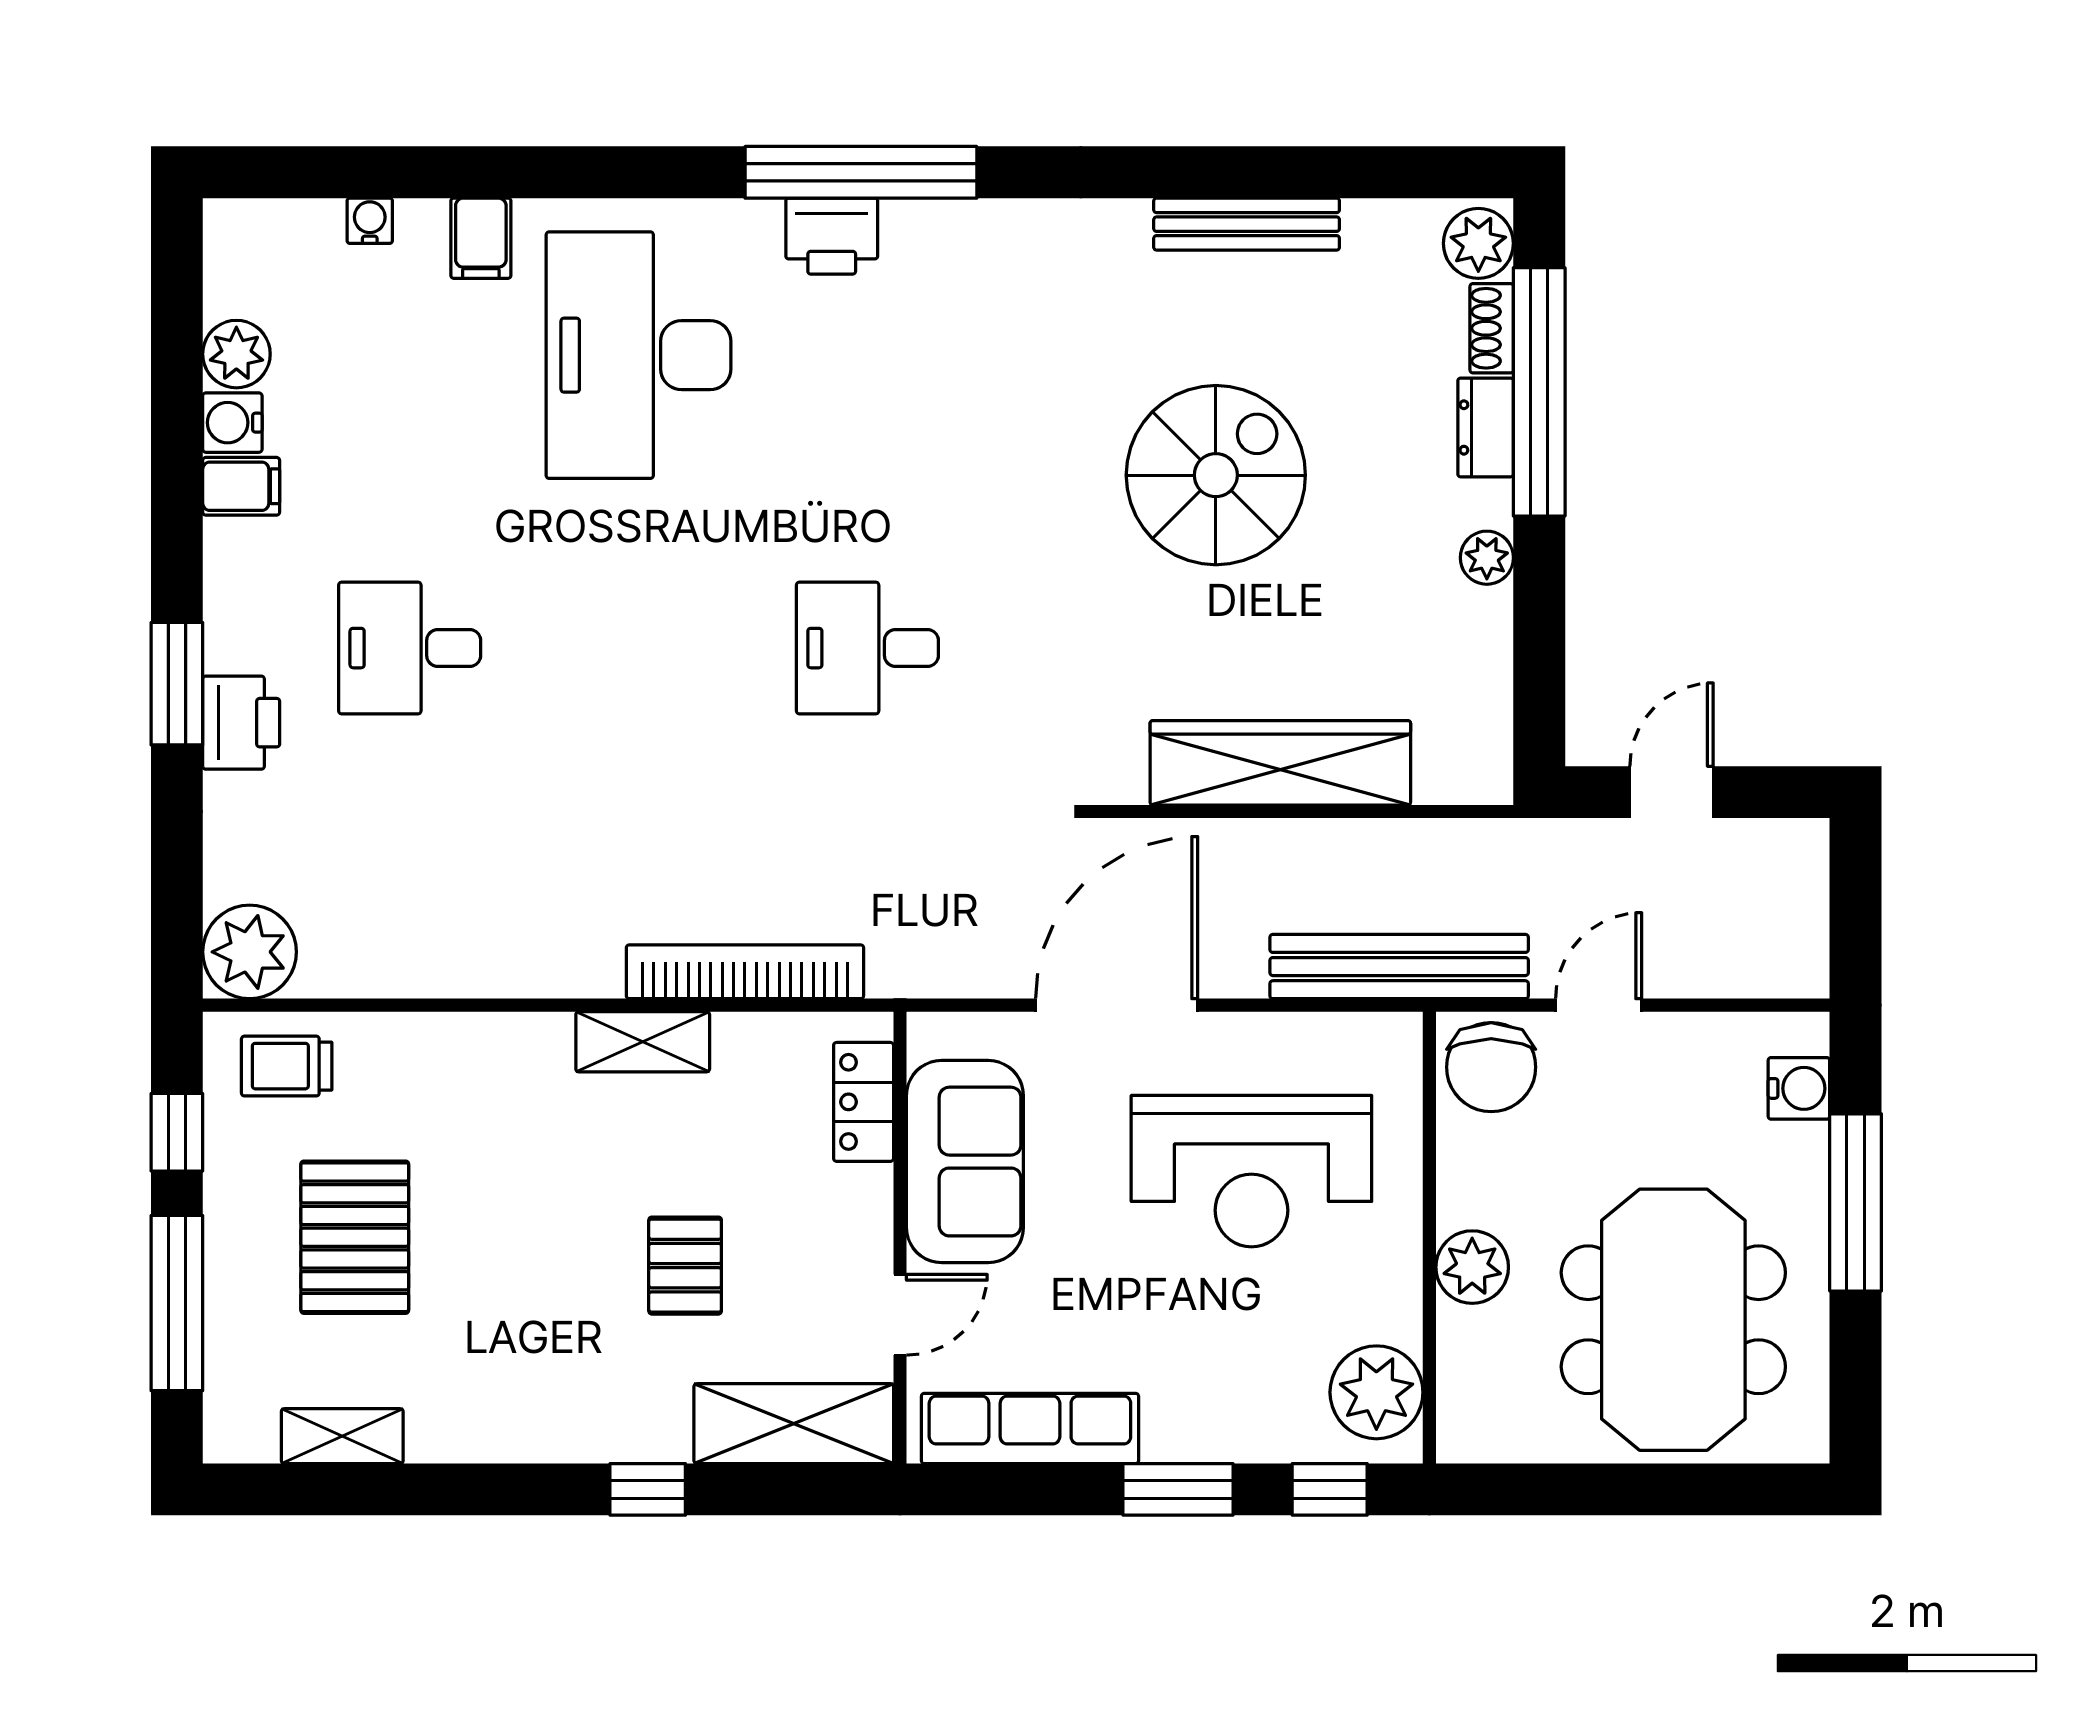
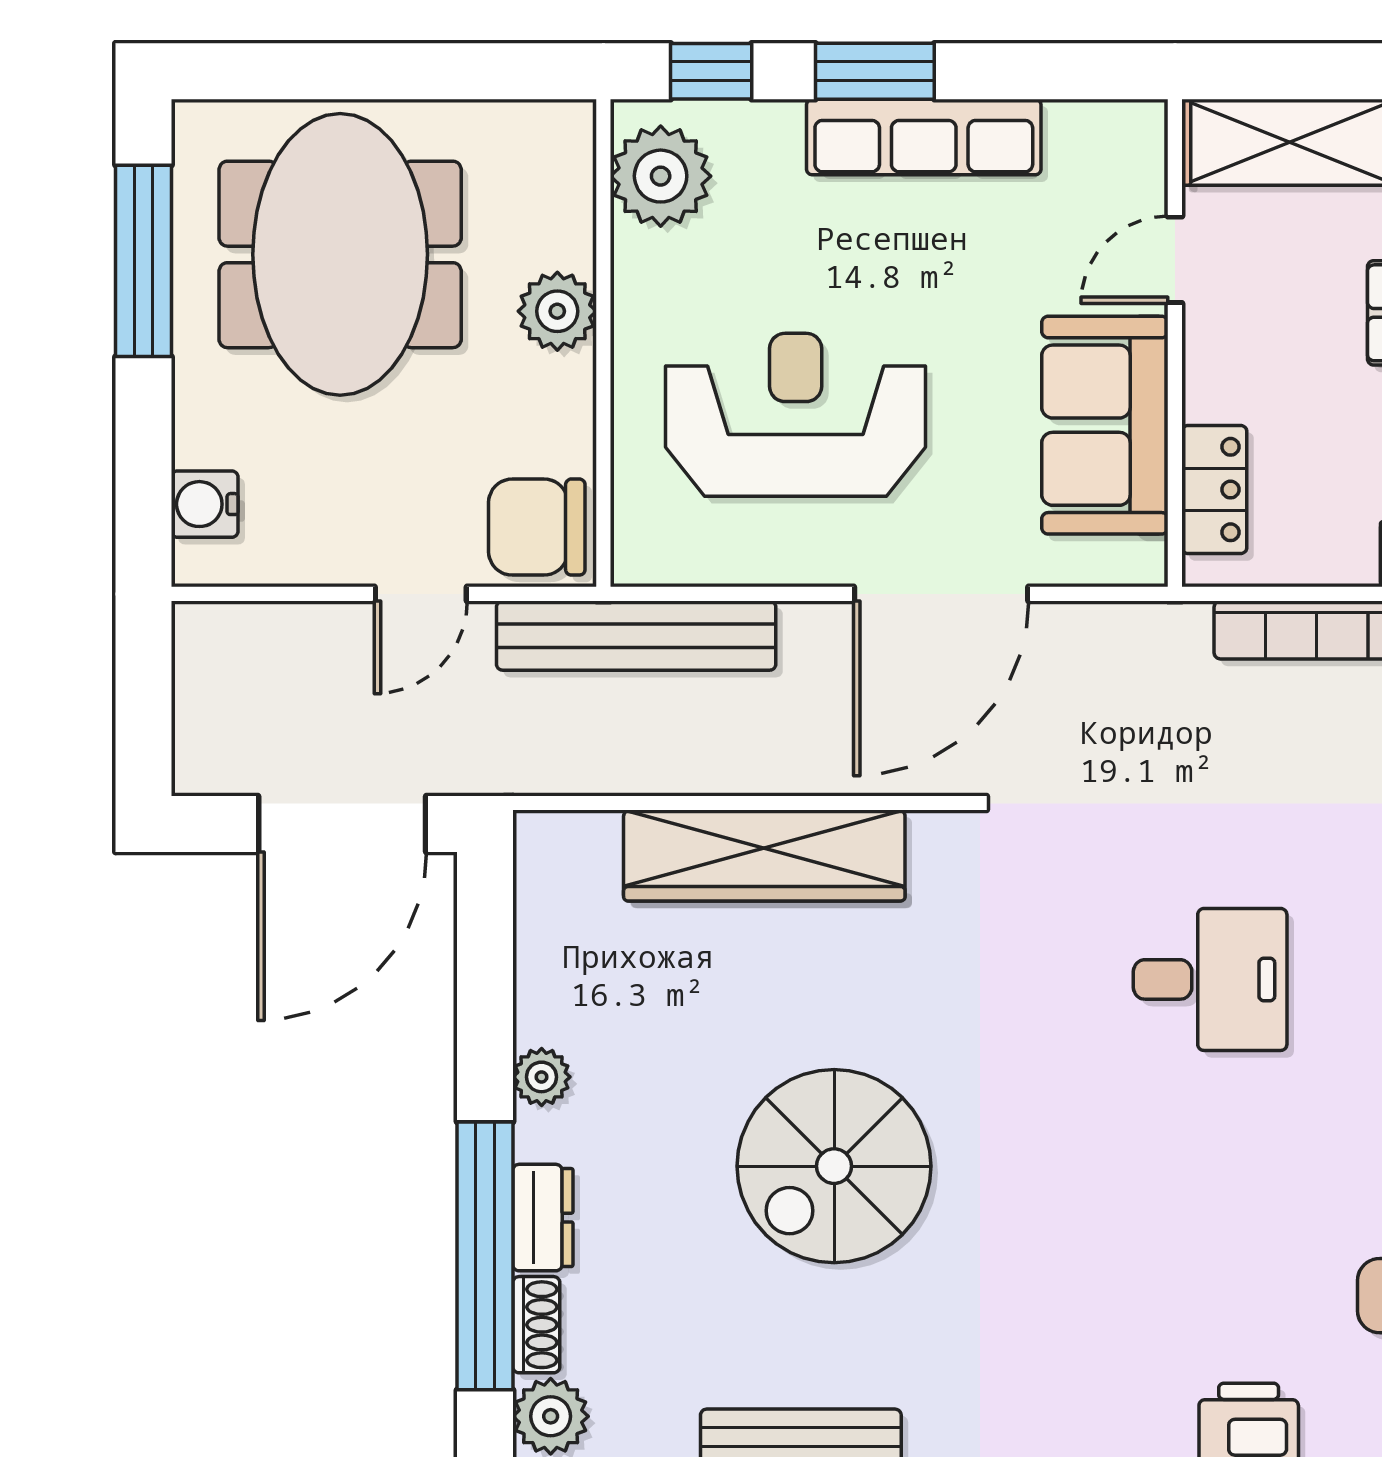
door: (1672, 792) -> (342, 824), width x1.88
chair: (1491, 1067) -> (537, 527), turned -90
window: (1856, 1202) -> (143, 261), moved
row of seats: (1030, 1428) -> (924, 137), moved

